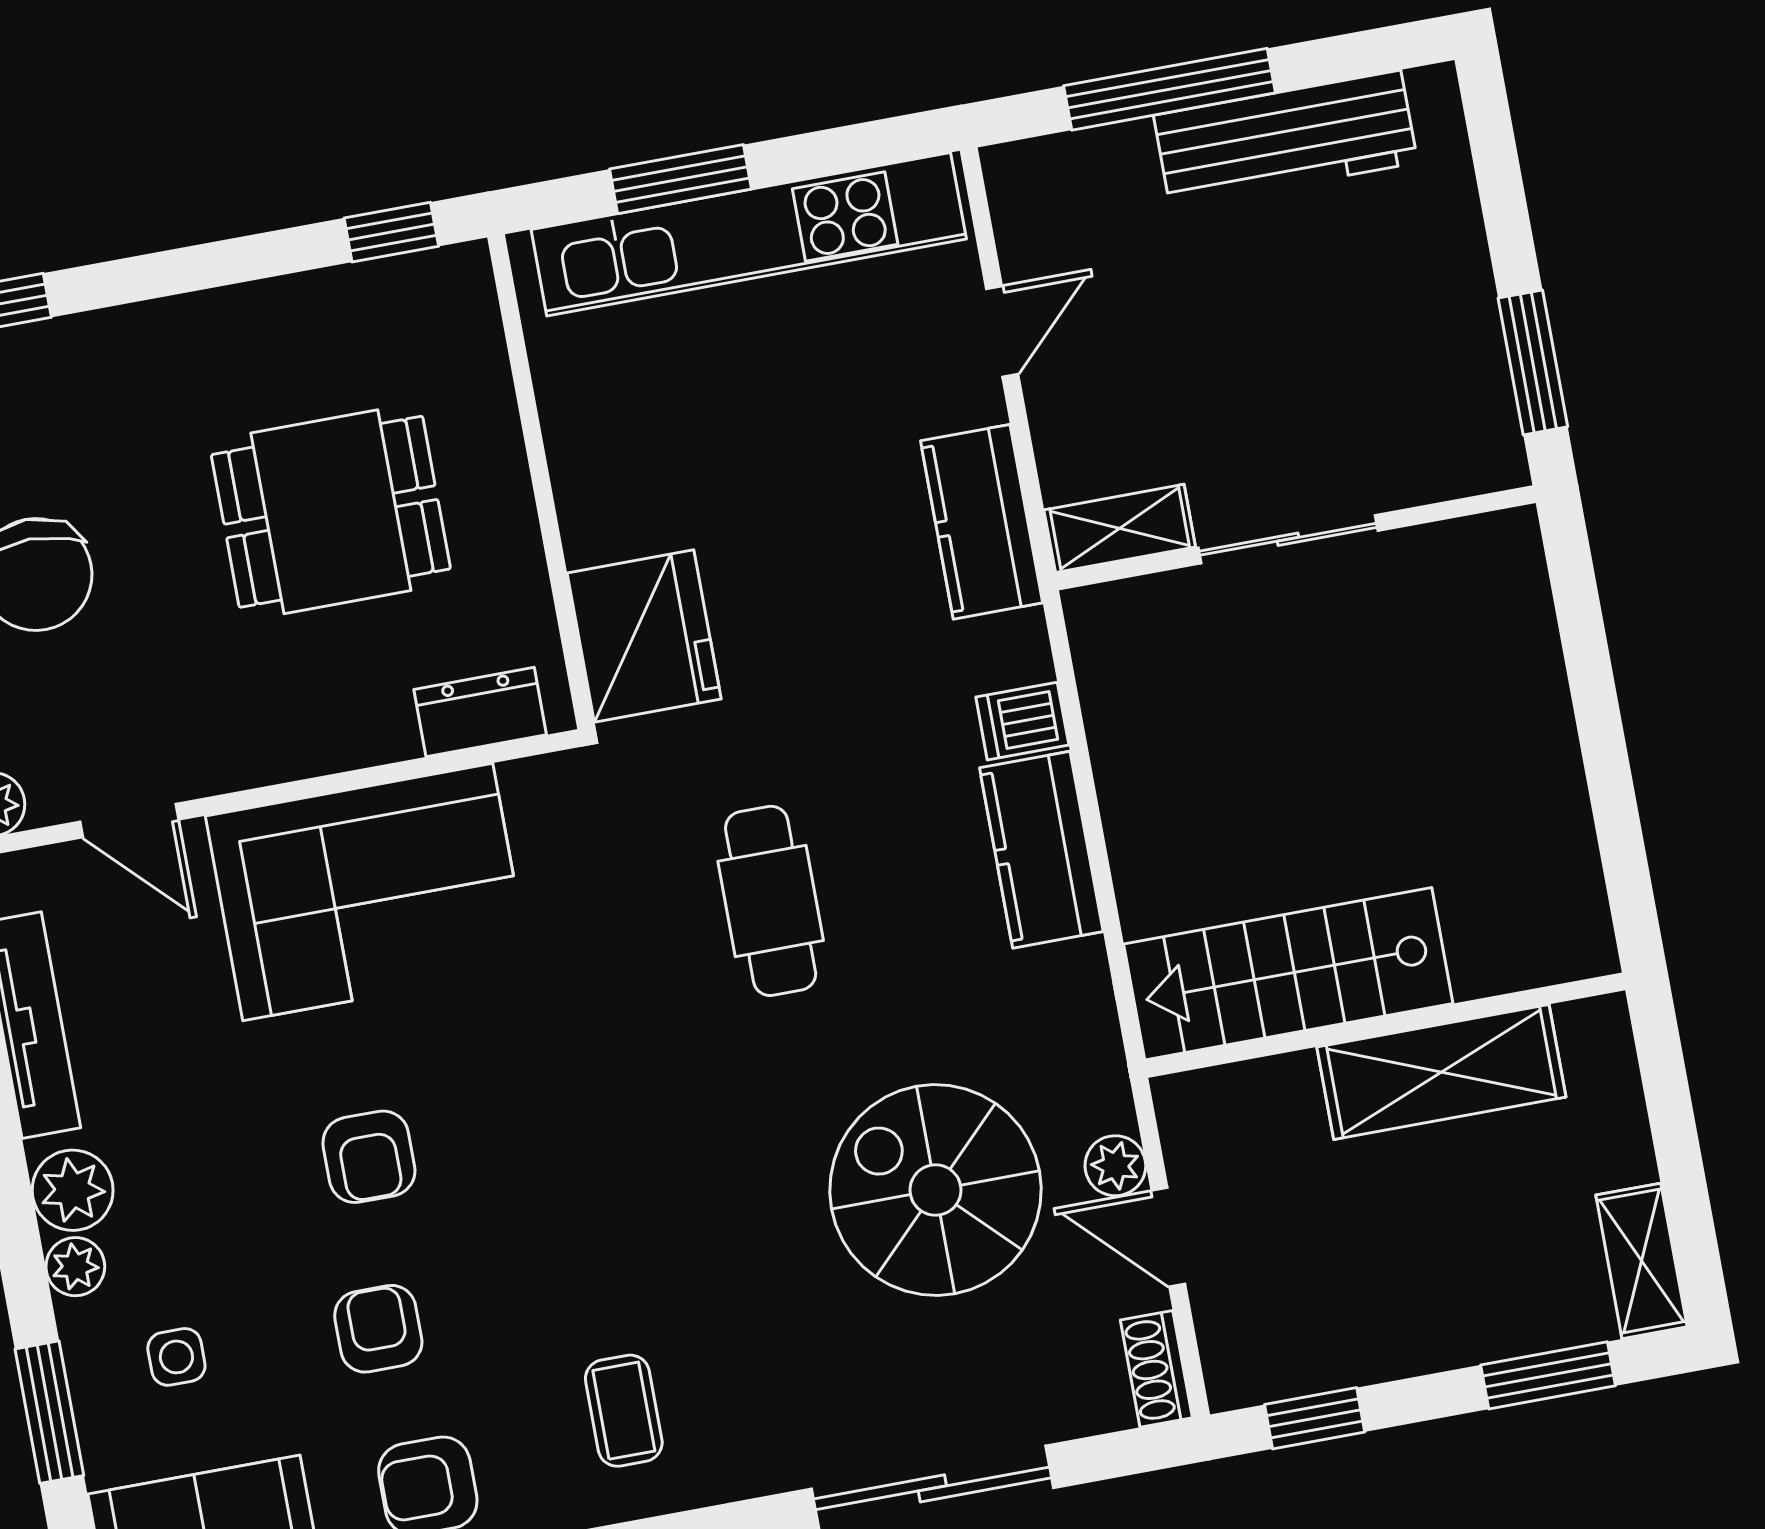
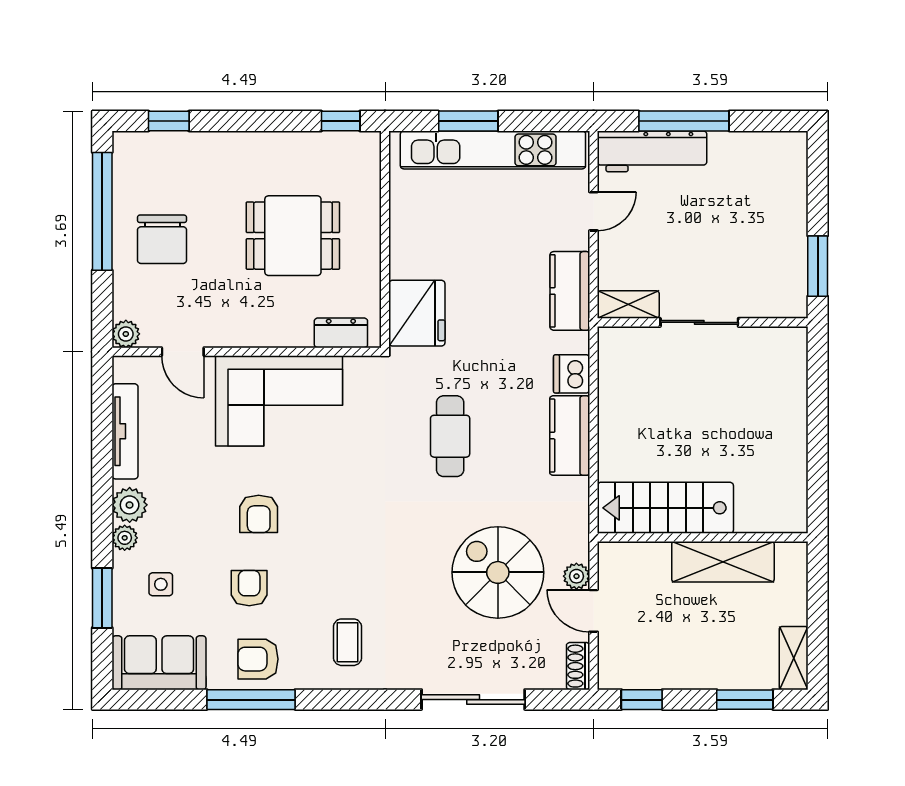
workbench: (1286, 139) -> (652, 151), moved
dishwasher: (1022, 721) -> (572, 374), width x1.38

